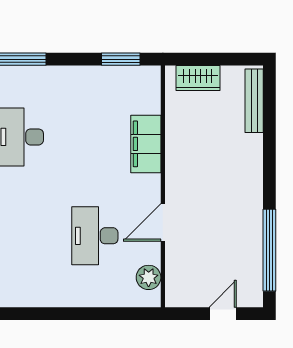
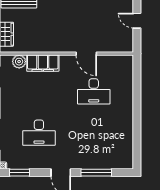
plant: (149, 277) -> (19, 62), moved

